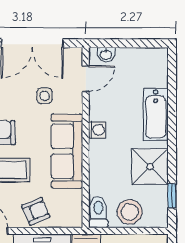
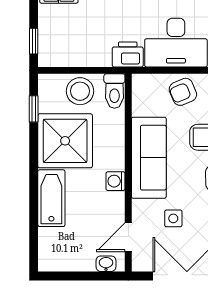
shower: (150, 167) -> (65, 141), width x1.37, depth x1.37

